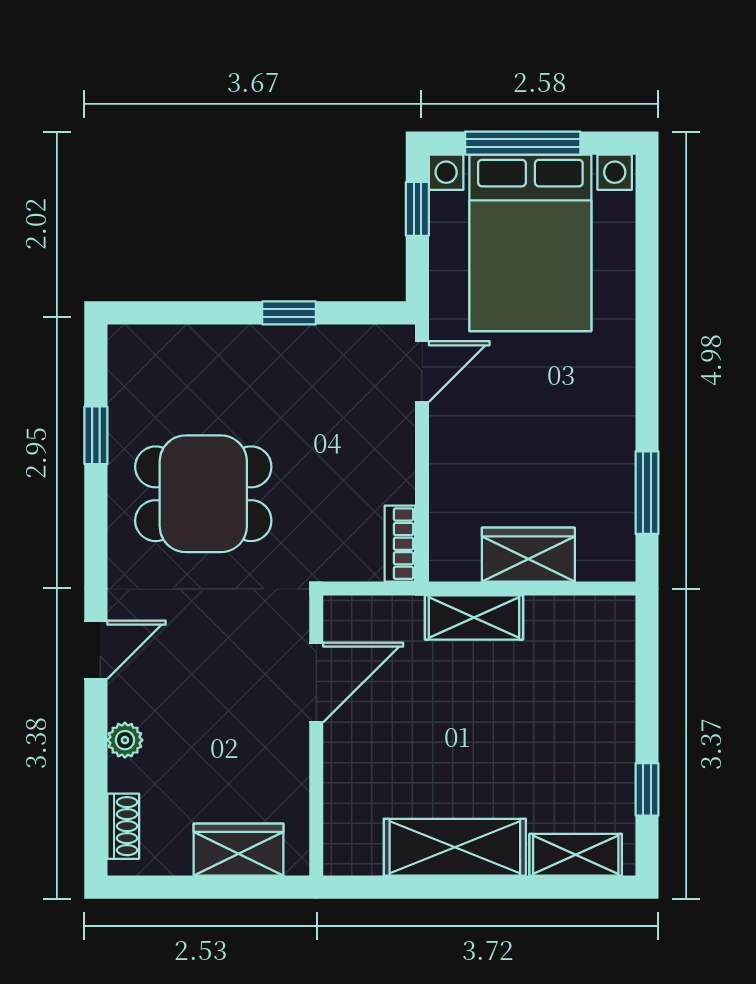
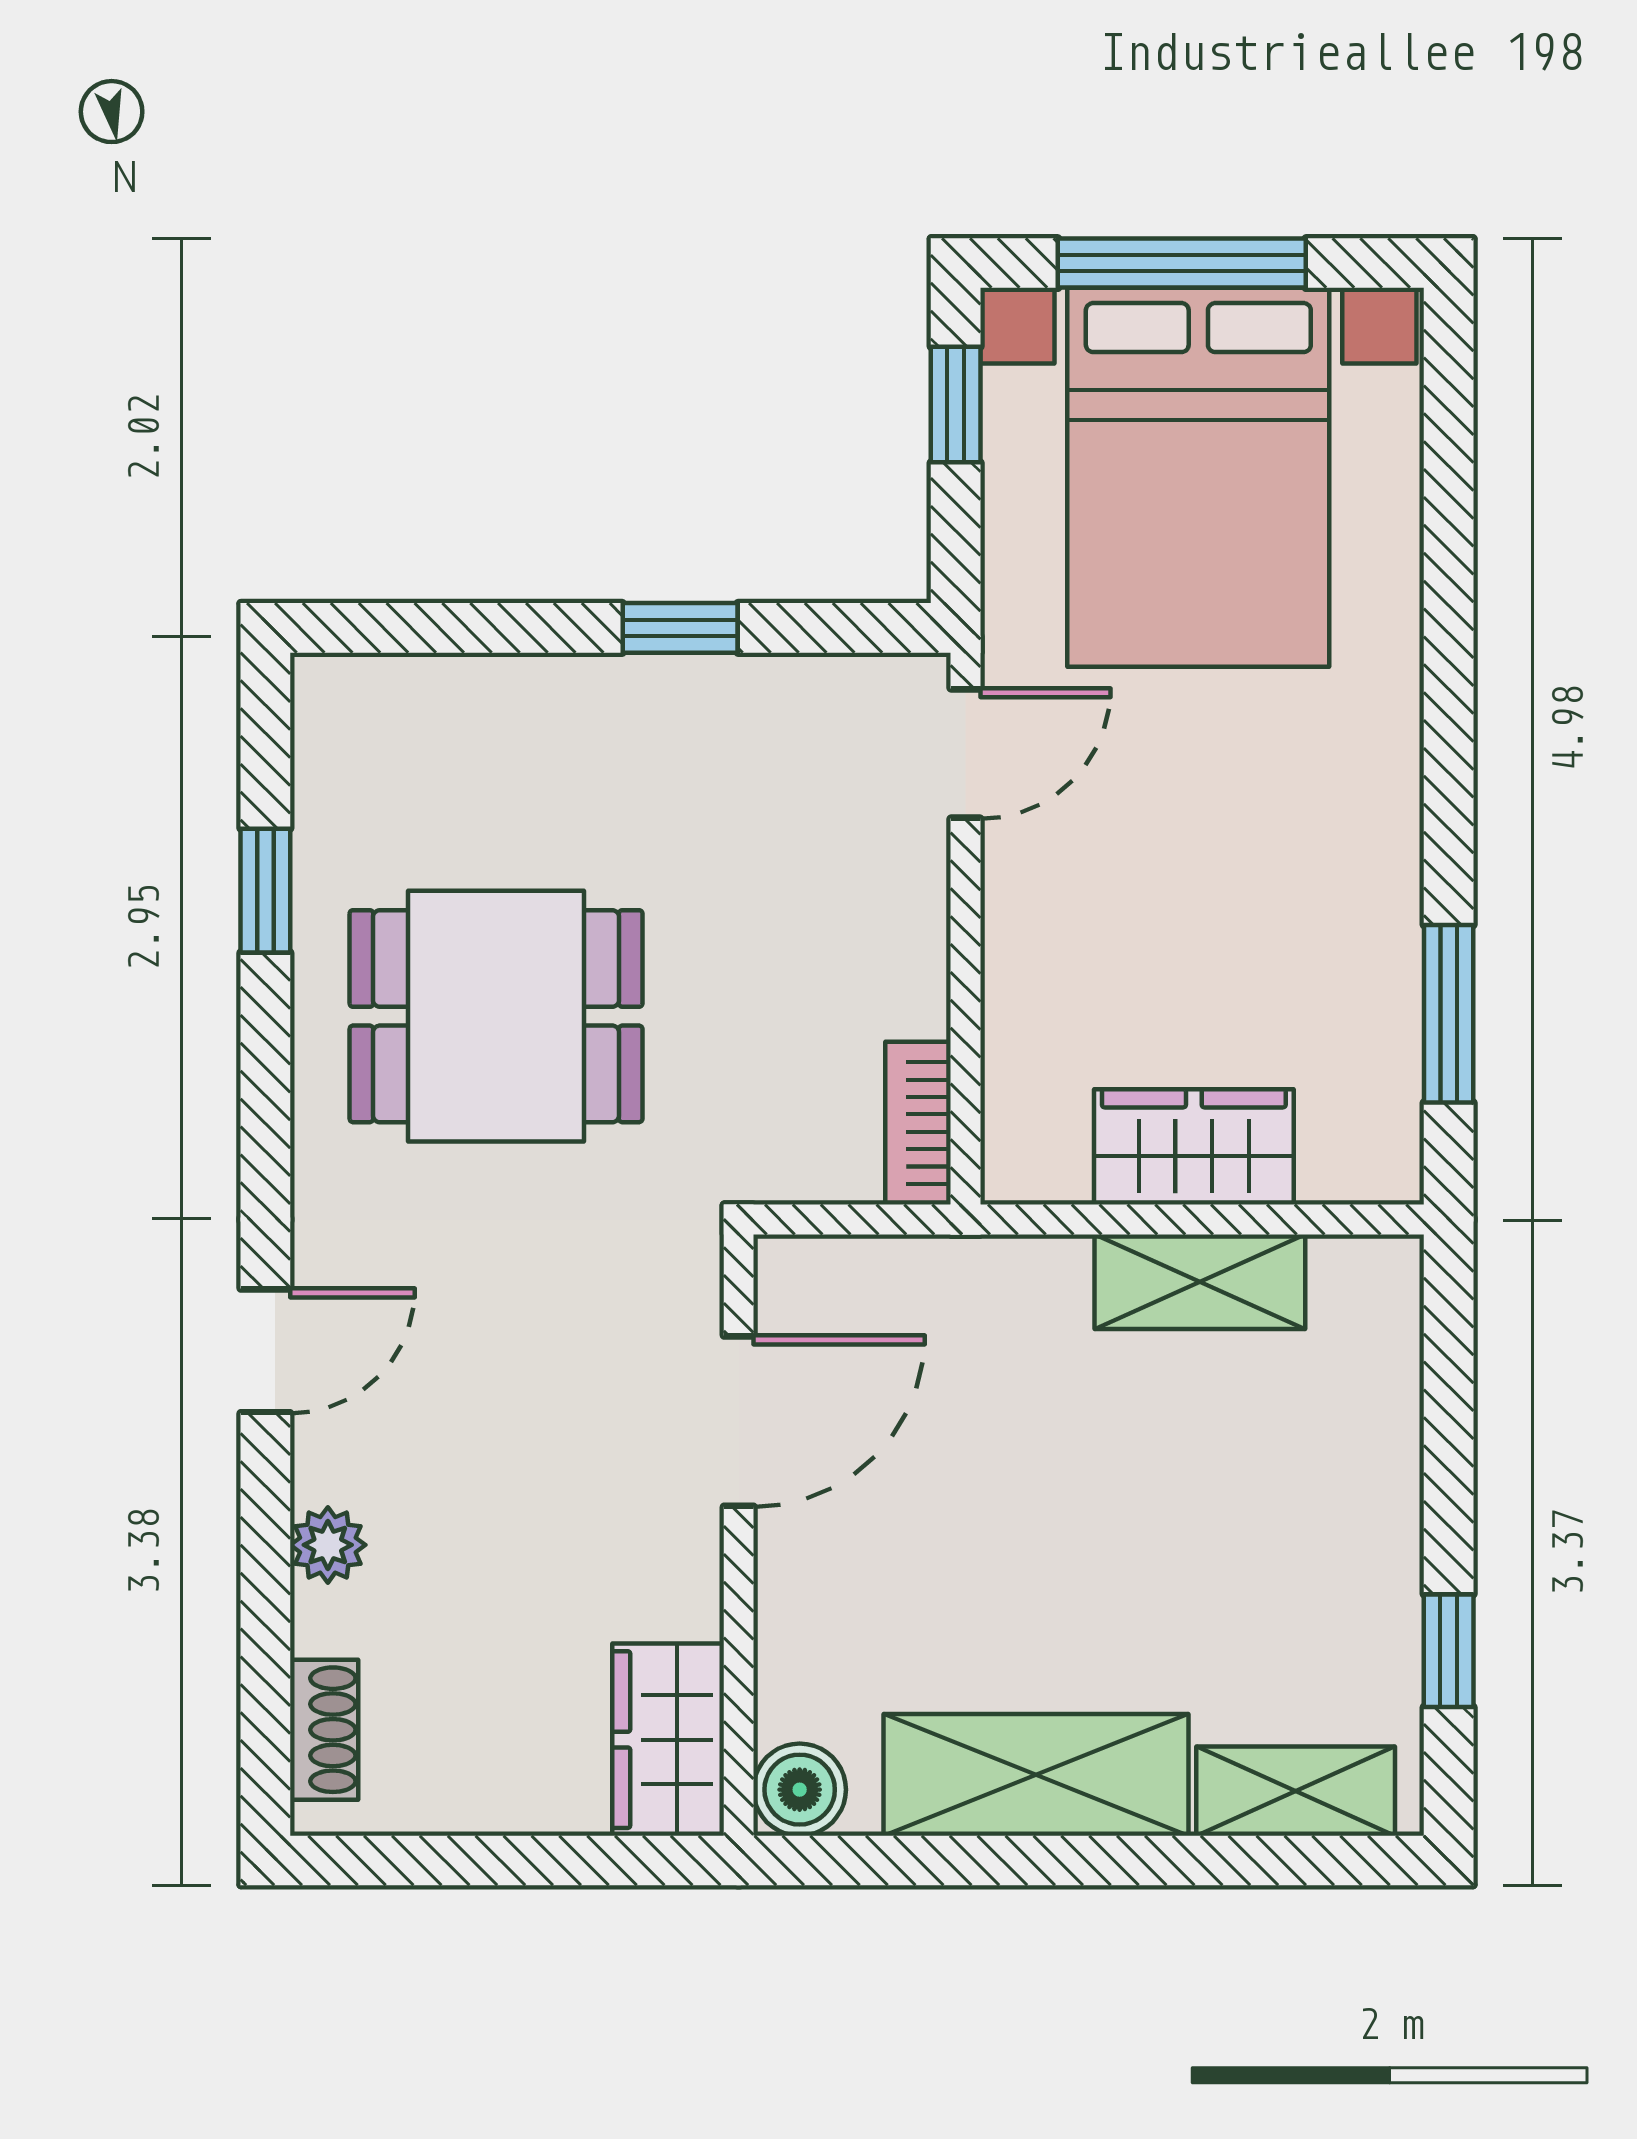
shelving: (474, 617) -> (1200, 1282), moved
wardrobe: (238, 850) -> (668, 1740), moved, turned -90
boiler: (345, 854) -> (800, 1790), added

